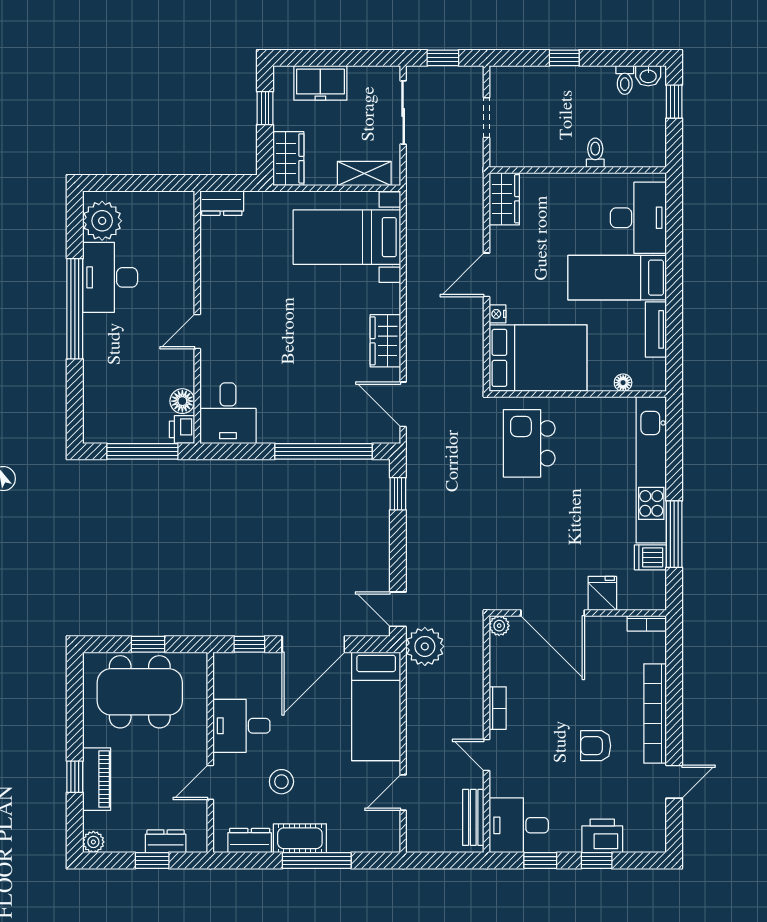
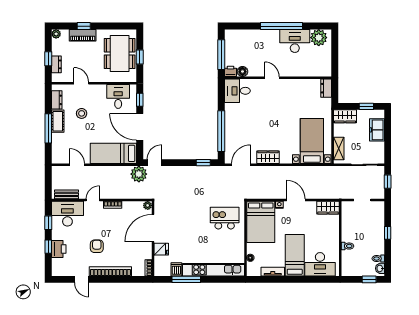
desk: (241, 726) -> (118, 96), moved
desk: (519, 825) -> (67, 214), width x1.37

